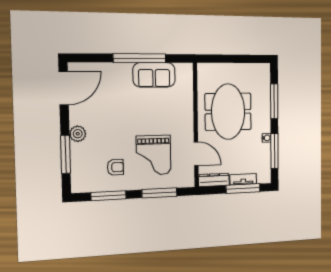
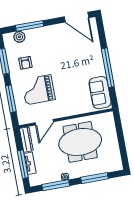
sofa: (154, 75) -> (100, 93), moved
plant: (78, 134) -> (19, 37), moved

